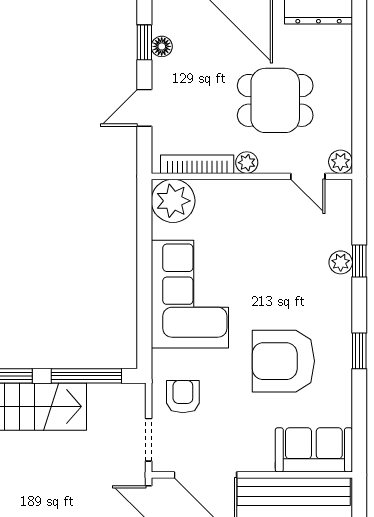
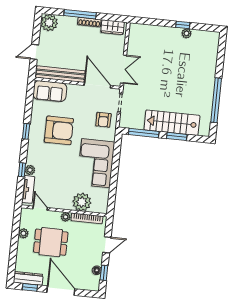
plant: (340, 162) -> (23, 233), moved
plant: (173, 201) -> (82, 202), moved
tv unit: (340, 217) -> (28, 189), added

